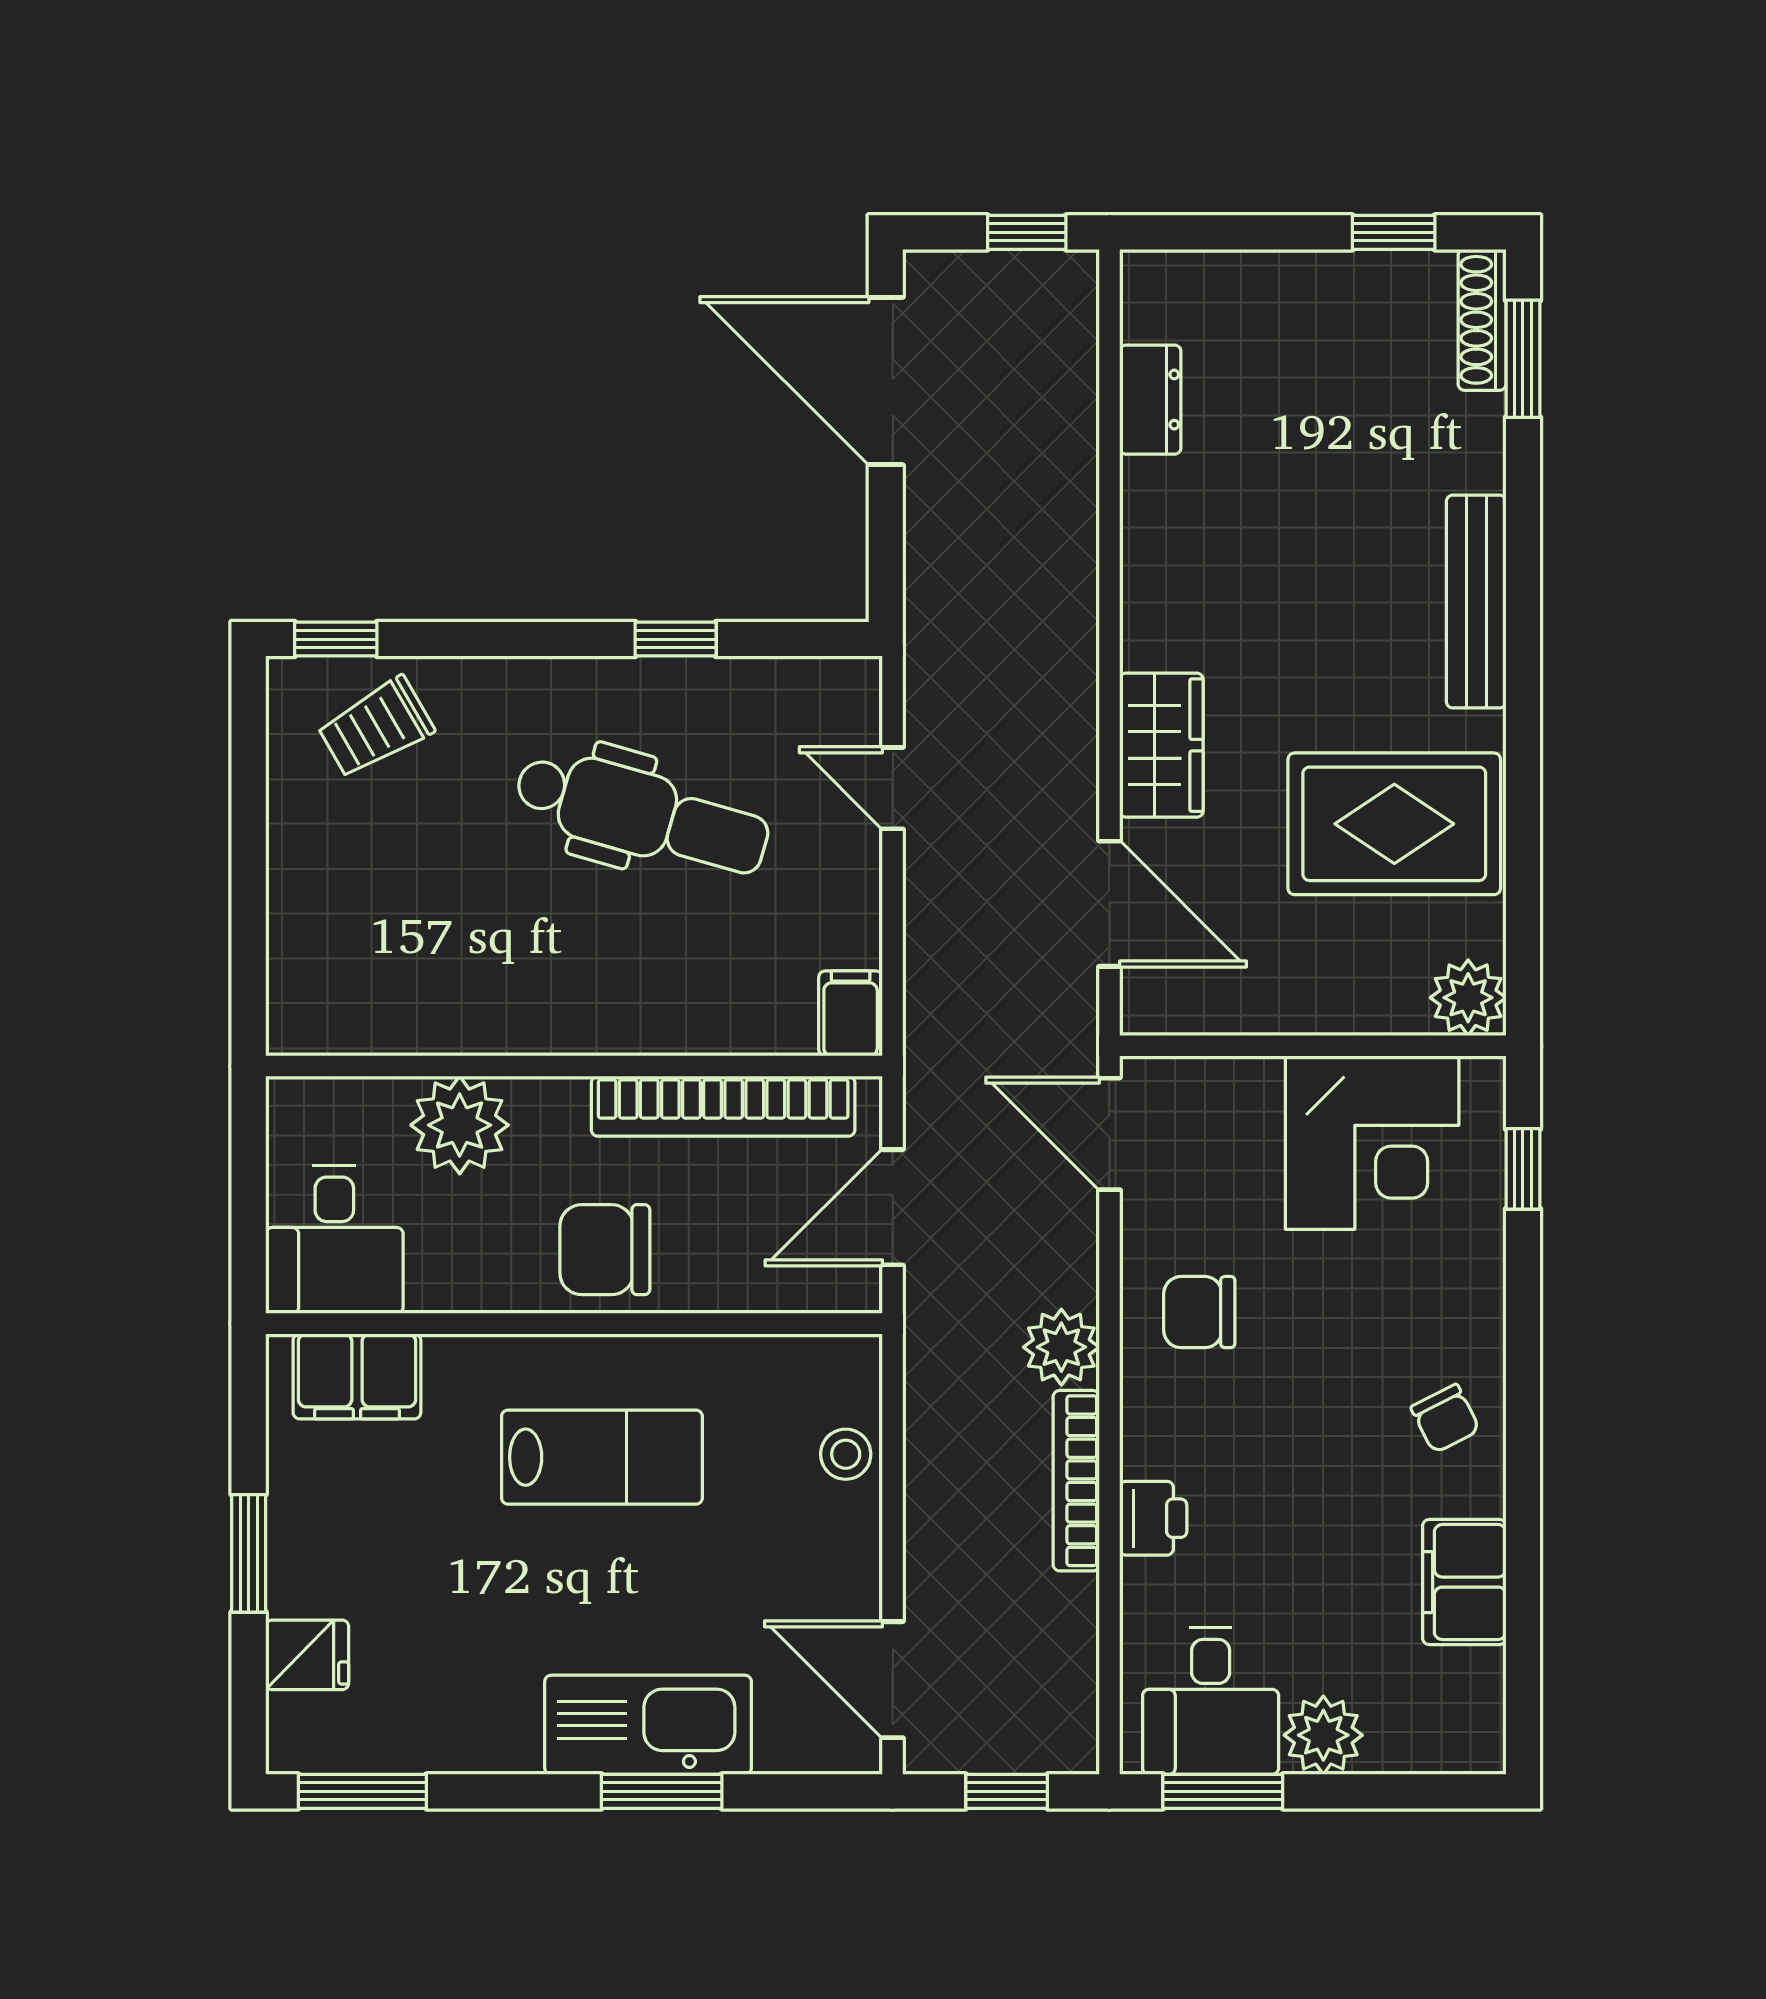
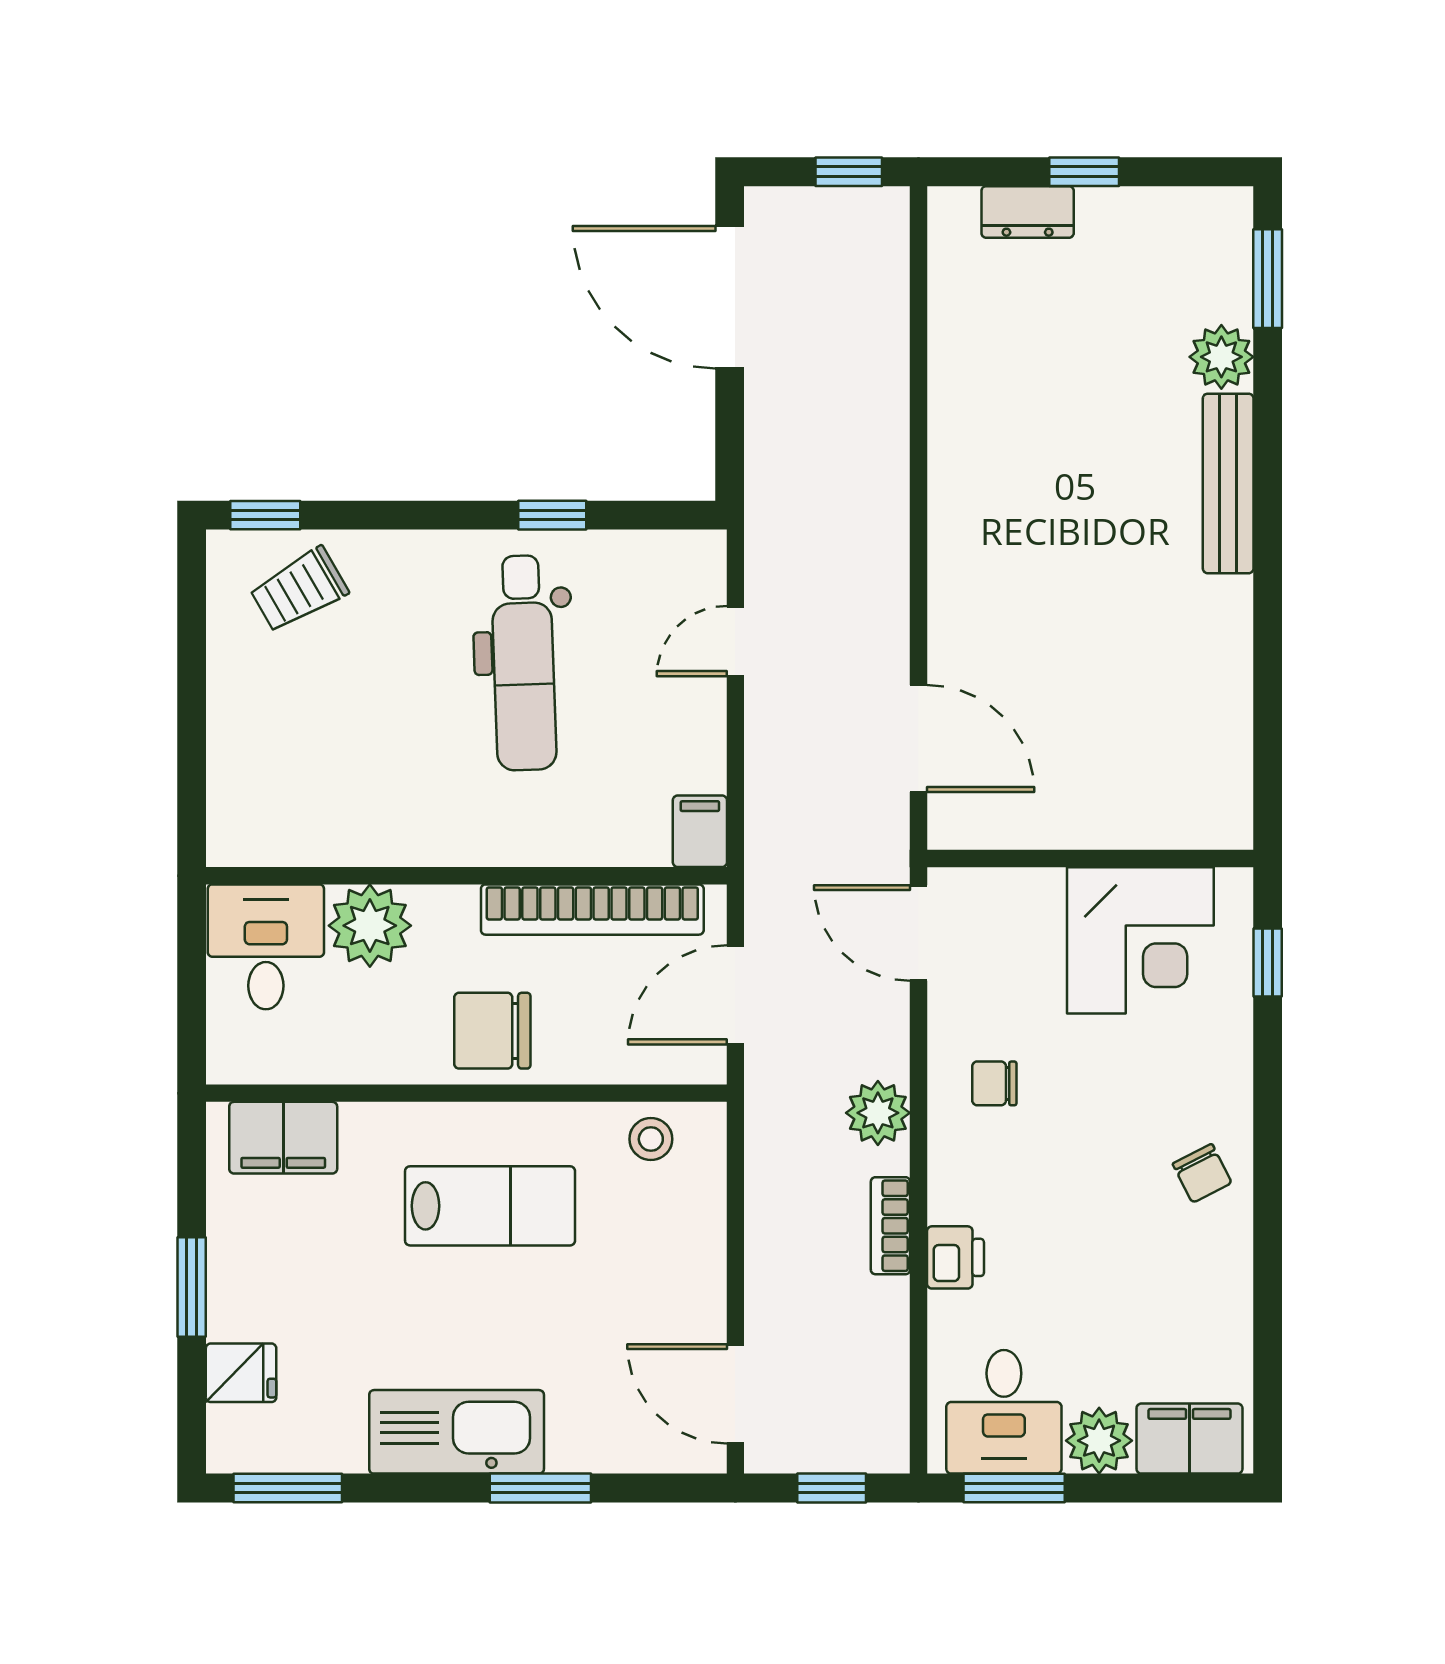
window: (1394, 232) -> (1084, 172), moved
shoe rack: (1482, 320) -> (1233, 246), removed
dresser: (1150, 400) -> (1028, 212), moved, turned 90
wardrobe: (1161, 745) -> (962, 605), removed
door: (893, 788) -> (735, 641), hinge flipped
dental chair: (642, 814) -> (524, 663), turned 72
rug: (1394, 824) -> (1159, 671), removed
plant: (1468, 998) -> (1221, 357), moved
desk: (334, 1239) -> (266, 947), moved, turned 180
chair: (1199, 1312) -> (994, 1083), width x0.73, depth x0.73
stool: (846, 1454) -> (651, 1139), moved
bookcase: (1076, 1481) -> (890, 1226), width x0.64
filing cabinet: (1464, 1582) -> (1189, 1439), moved, turned 90
kitchen sink: (648, 1725) -> (457, 1432), moved

